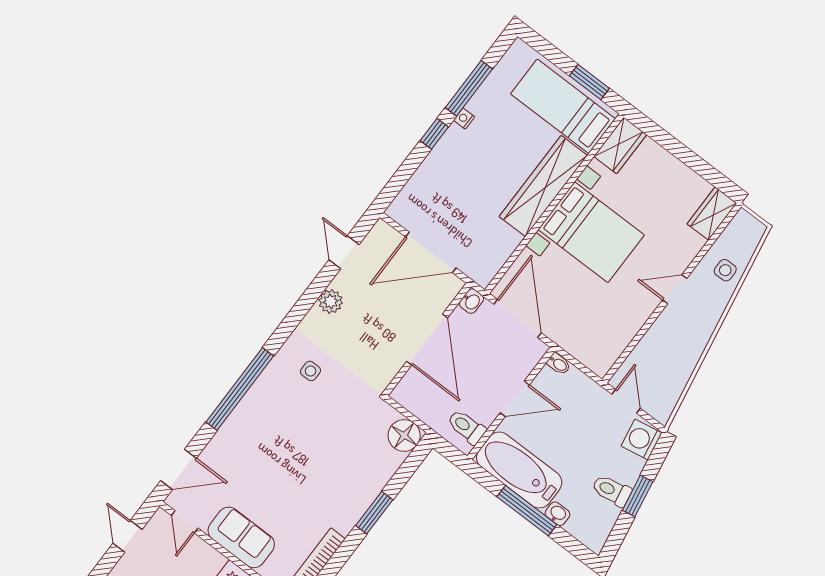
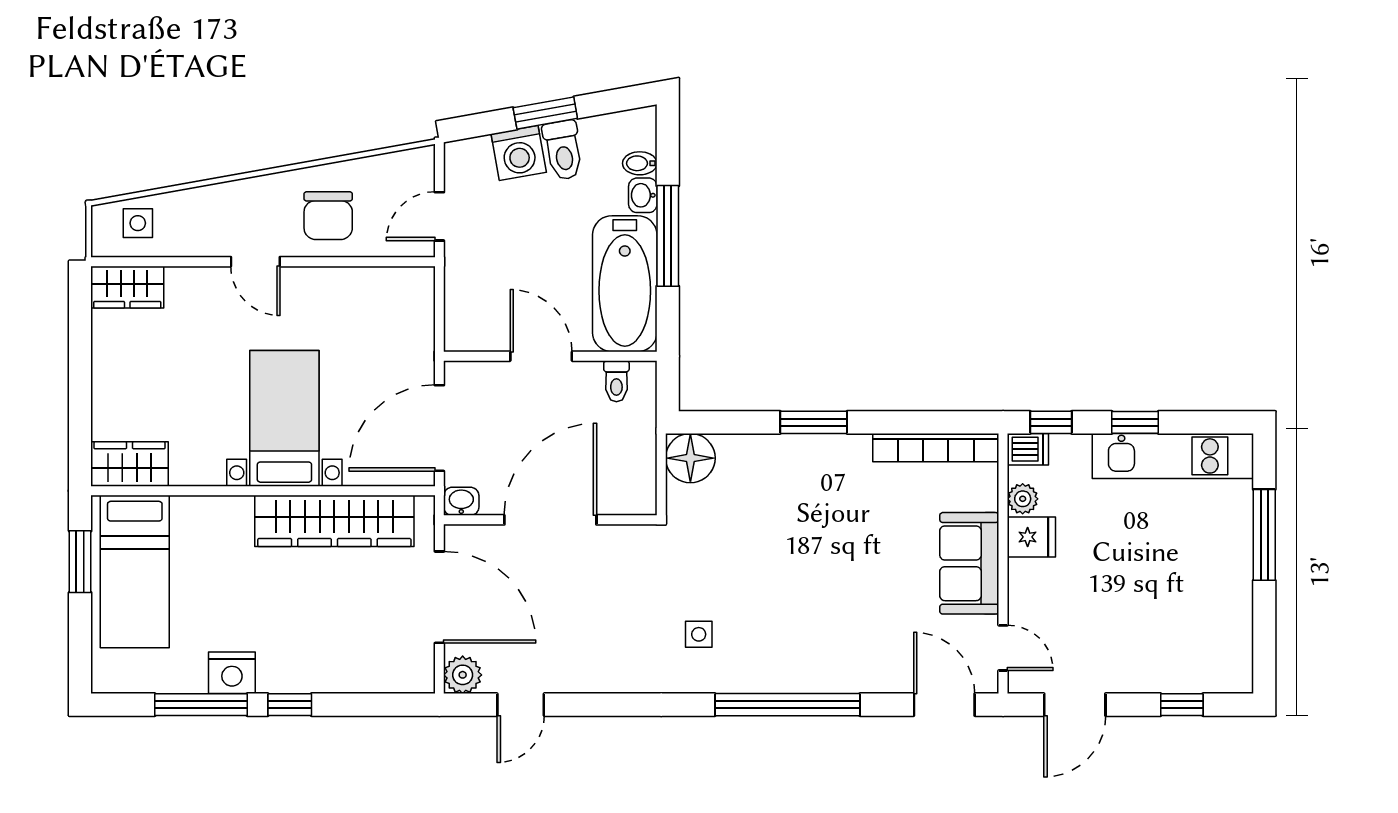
nightstand: (464, 119) -> (232, 673), width x1.89, depth x1.79
wardrobe: (543, 186) -> (334, 521), moved
bed with nightstands: (591, 232) -> (284, 418), width x0.73
side table: (725, 270) -> (138, 223), moved
plant: (331, 301) -> (463, 675), moved
chair: (670, 344) -> (328, 216), added
bidet: (559, 364) -> (640, 163), moved, turned -90
toilet: (466, 427) -> (616, 381), width x0.73, depth x0.72
washing machine: (642, 439) -> (519, 153), moved
door: (185, 522) -> (1003, 648), hinge flipped
door: (128, 536) -> (1075, 705), width x1.38

